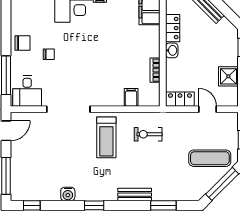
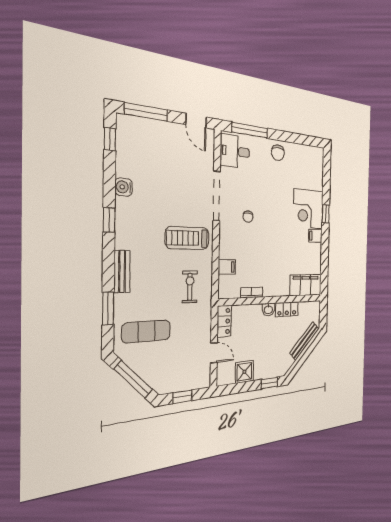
chair: (49, 54) -> (248, 217), moved
door: (208, 109) -> (214, 353), hinge flipped
exercise mat: (210, 158) -> (146, 331), moved, turned 90

